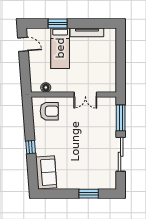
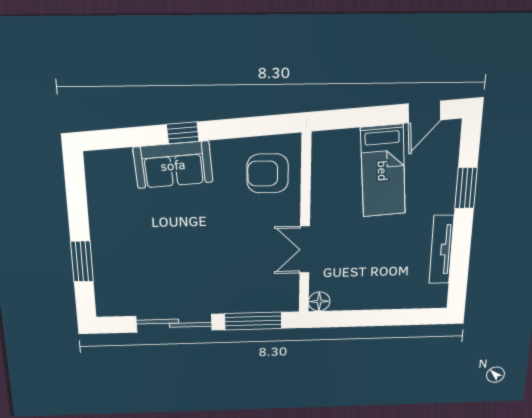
bed: (60, 48) -> (383, 171), moved, turned -94
floor lamp: (46, 87) -> (319, 301), moved
armchair: (49, 111) -> (268, 173), turned 90
sofa: (46, 172) -> (173, 165), moved

